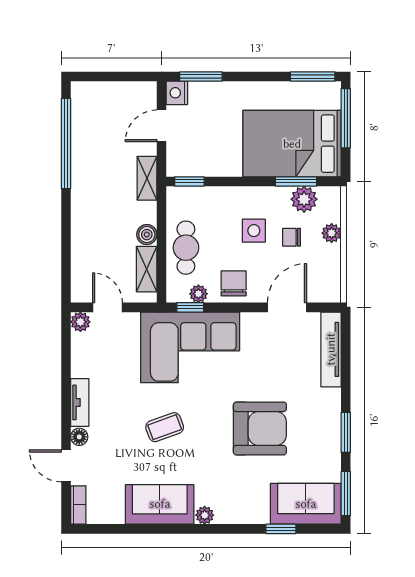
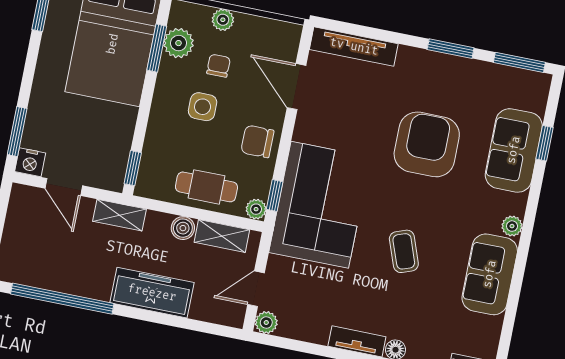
freezer: (86, 219) -> (152, 293), added
chair: (292, 237) -> (218, 66), turned 180
plant: (198, 294) -> (256, 209), moved
sofa: (306, 504) -> (514, 150), moved

